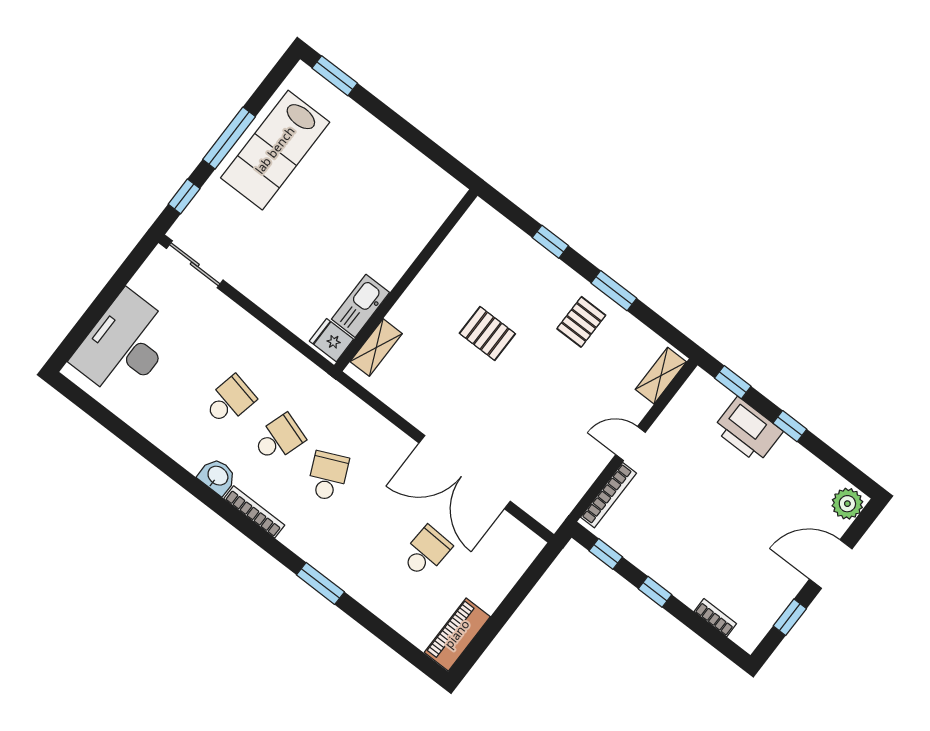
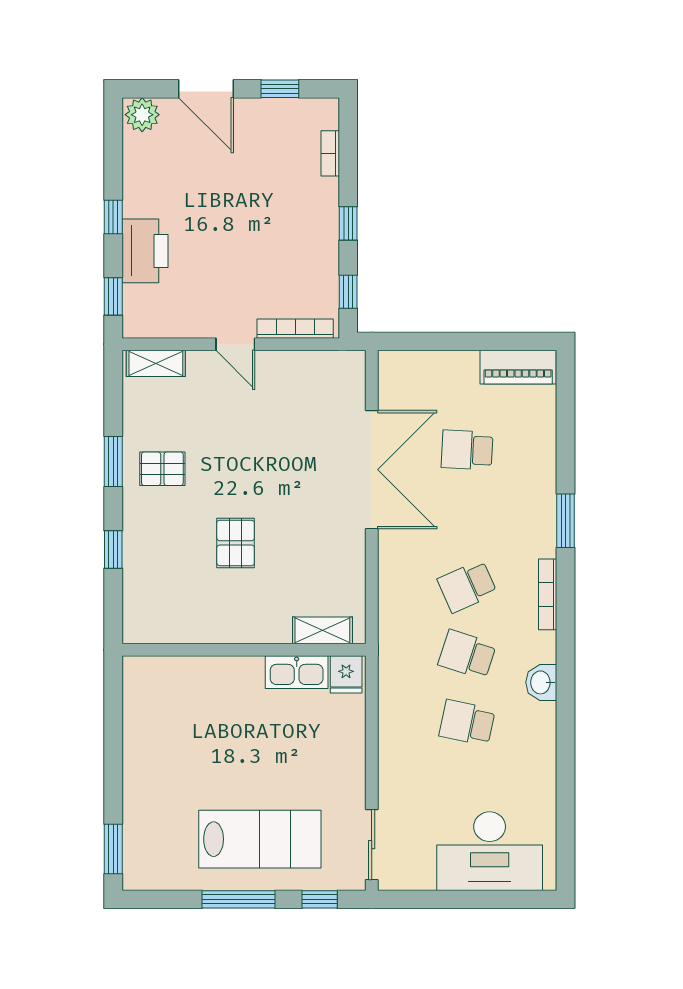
lab bench: (275, 150) -> (260, 839), moved
bookcase: (254, 512) -> (548, 594), moved

